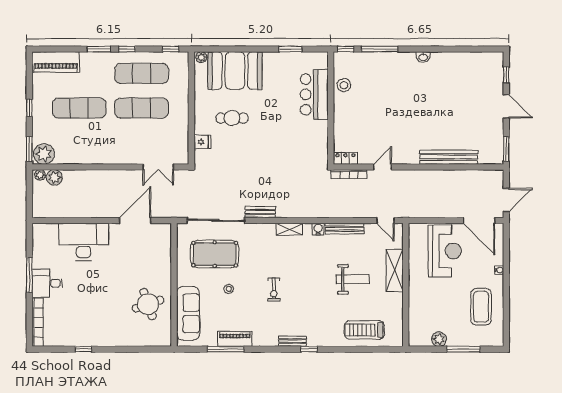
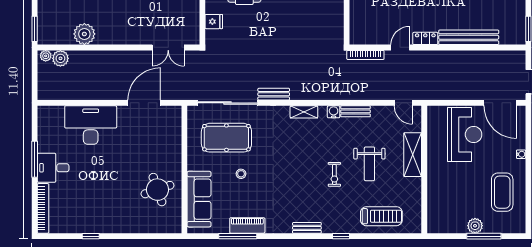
plant: (44, 154) -> (84, 34), moved
locker: (345, 158) -> (425, 38), moved
bench: (344, 229) -> (355, 111), width x0.73
weight bench: (353, 279) -> (369, 164), turned 90
exercise bike: (274, 290) -> (334, 174), moved
treadmill: (364, 330) -> (381, 216), turned 180
plant: (439, 339) -> (475, 226), moved
window: (309, 349) -> (341, 236), moved

